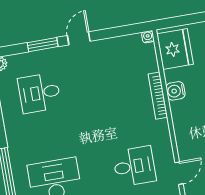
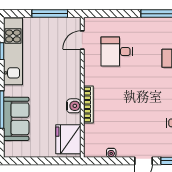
water cooler: (148, 37) -> (111, 153), moved

